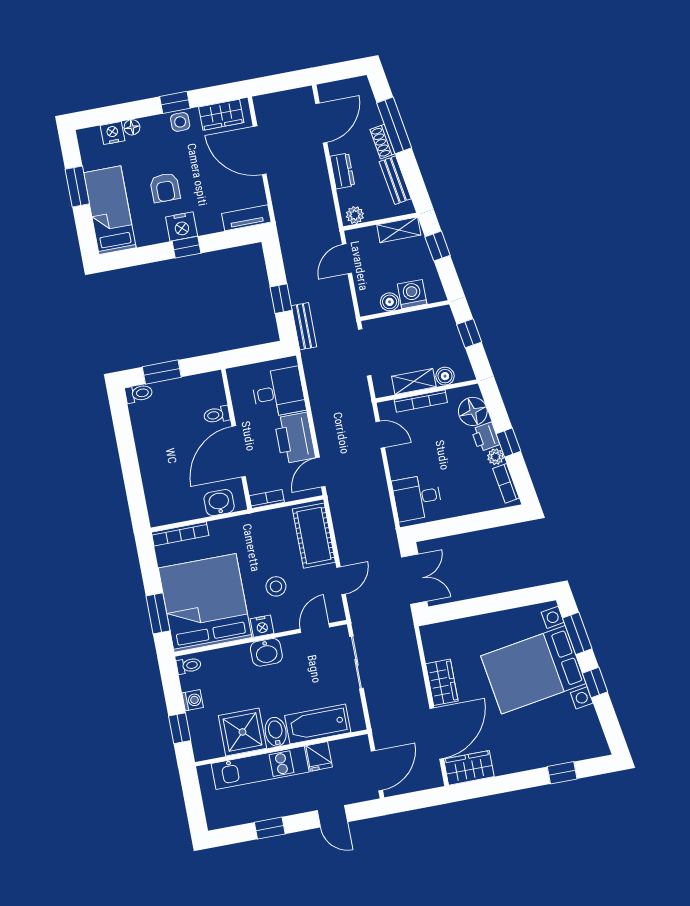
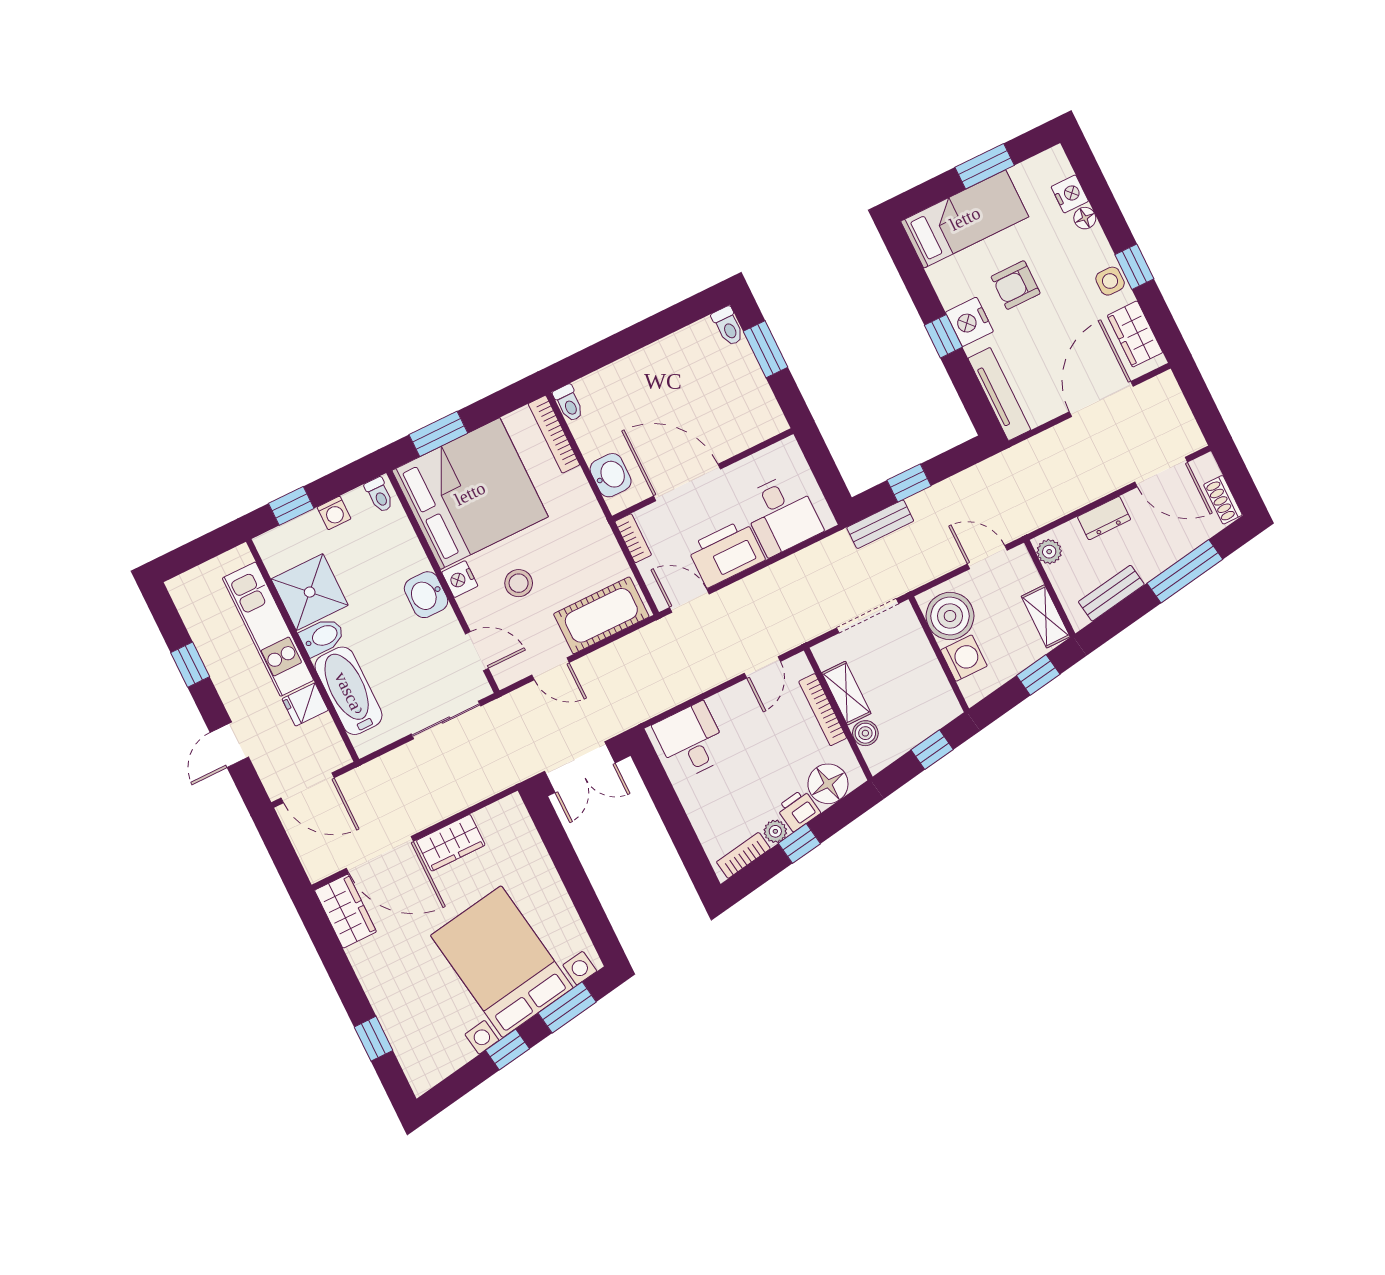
shoe rack: (382, 142) -> (1223, 500), moved, turned -81
tv unit: (246, 218) -> (999, 394), width x1.41
boiler: (390, 302) -> (950, 616), width x1.86, depth x1.86
toilet: (217, 415) -> (569, 403), moved, turned 180

